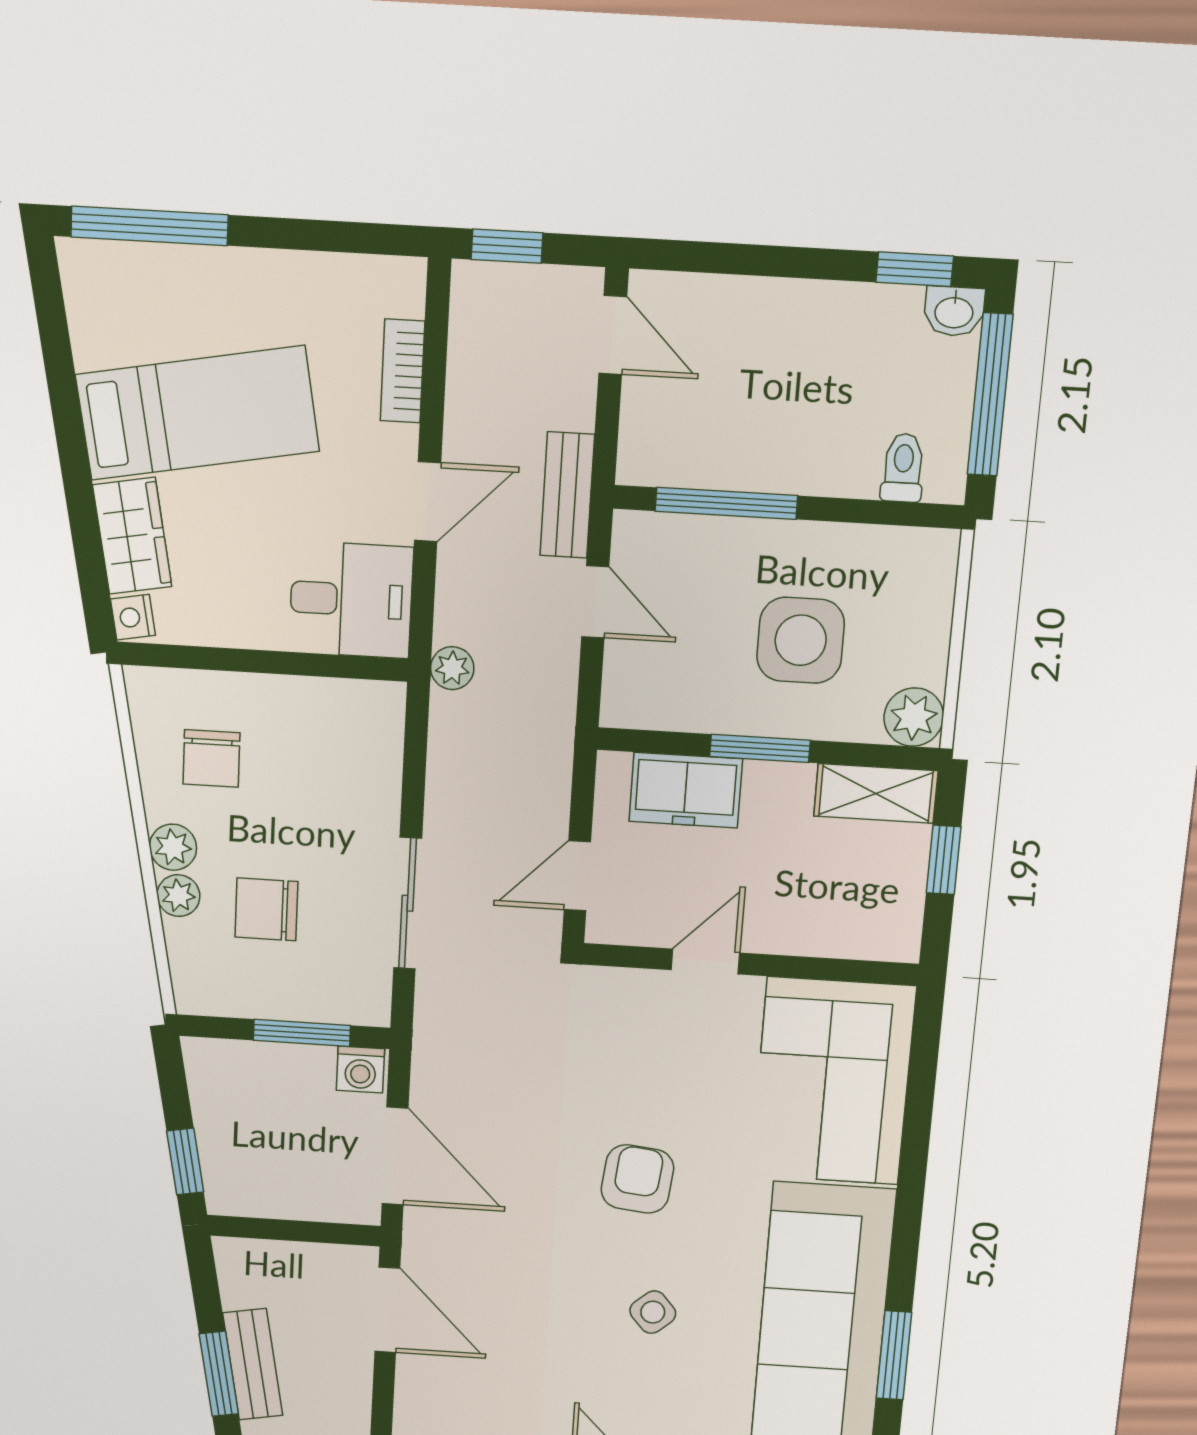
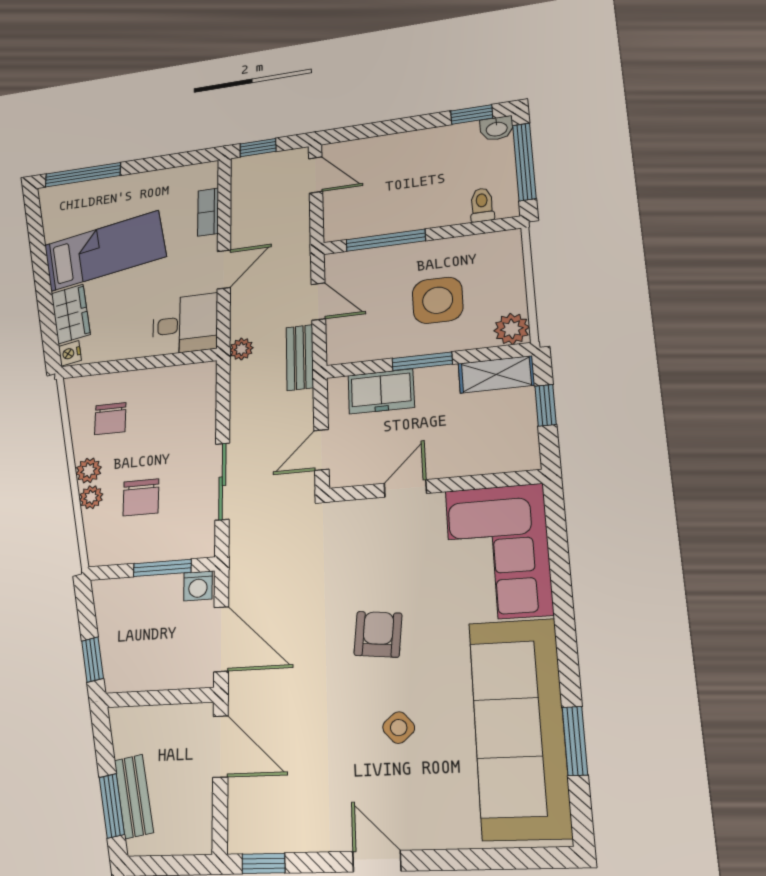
bench: (567, 495) -> (300, 357), moved
chair: (266, 909) -> (141, 497), turned -90

